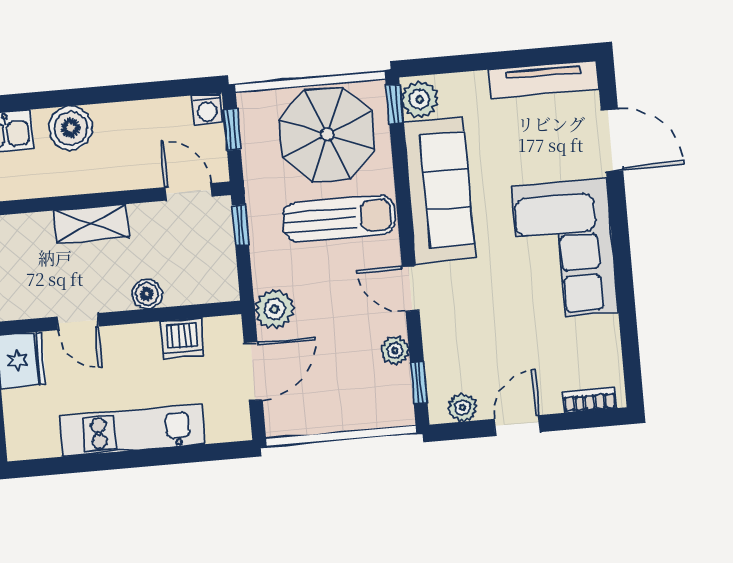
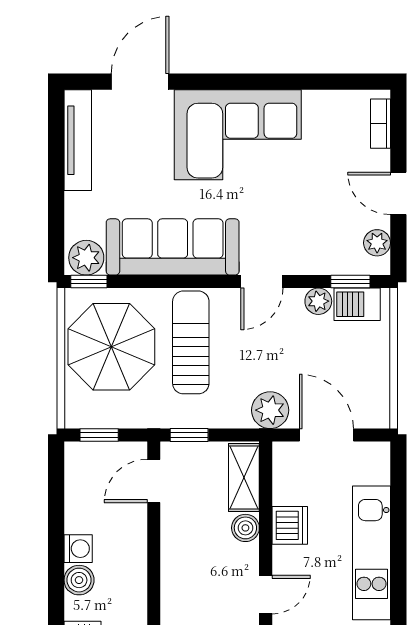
washing machine: (207, 109) -> (78, 549), moved
boiler: (71, 128) -> (79, 580), width x0.73, depth x0.73
shelving: (92, 224) -> (244, 477), moved
dishwasher: (182, 338) -> (290, 525), moved
barbecue: (395, 392) -> (357, 304), added

